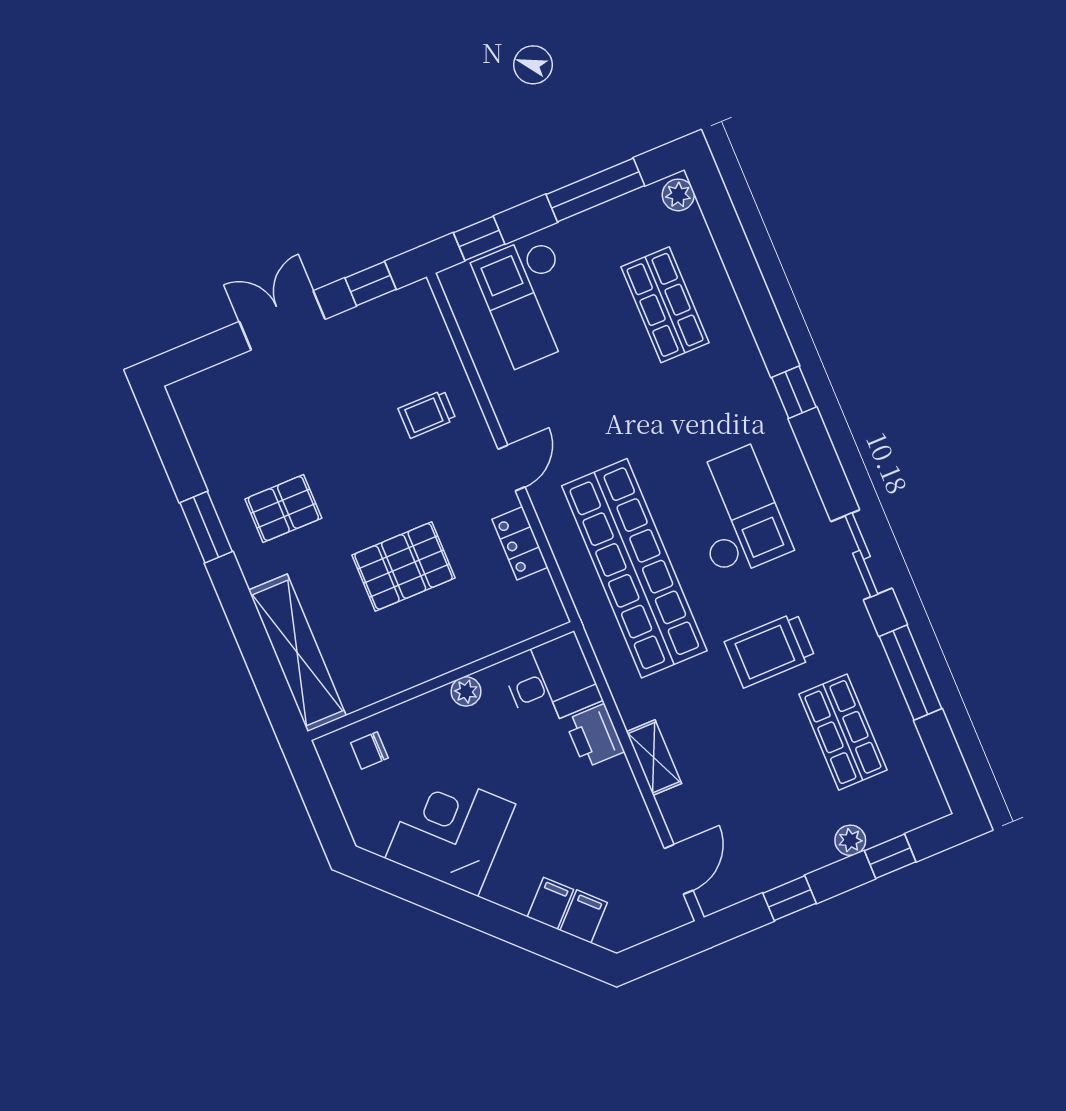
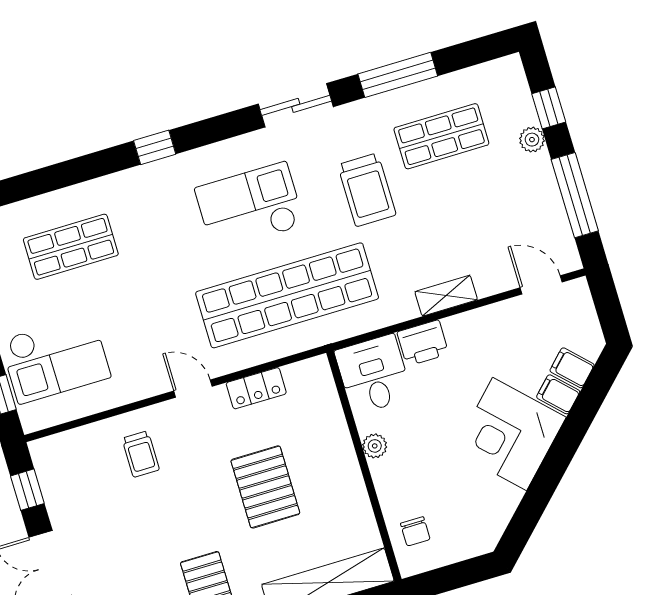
corner desk: (450, 831) -> (510, 434), moved
window: (789, 898) -> (575, 195), width x2.17

